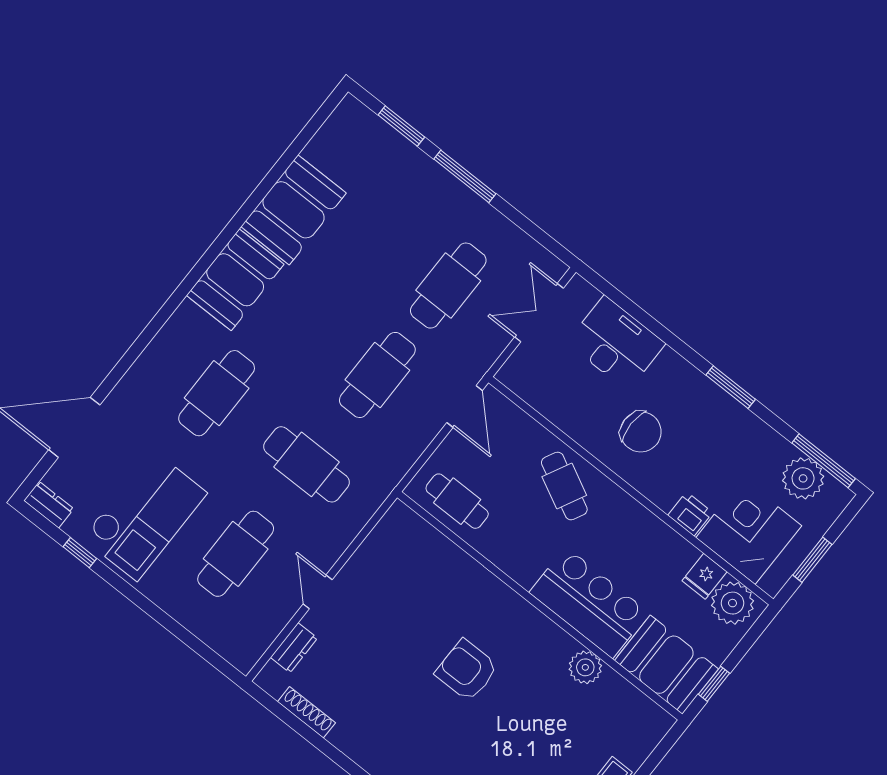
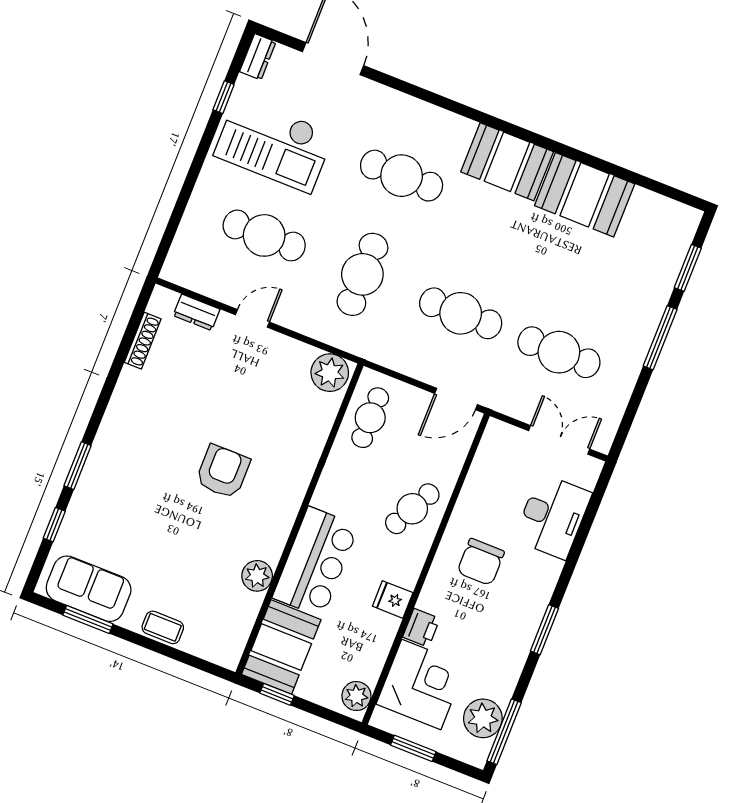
plant: (398, 529) -> (330, 373), added
fridge: (705, 576) -> (393, 599), moved
plant: (732, 603) -> (356, 696), width x0.73, depth x0.73

